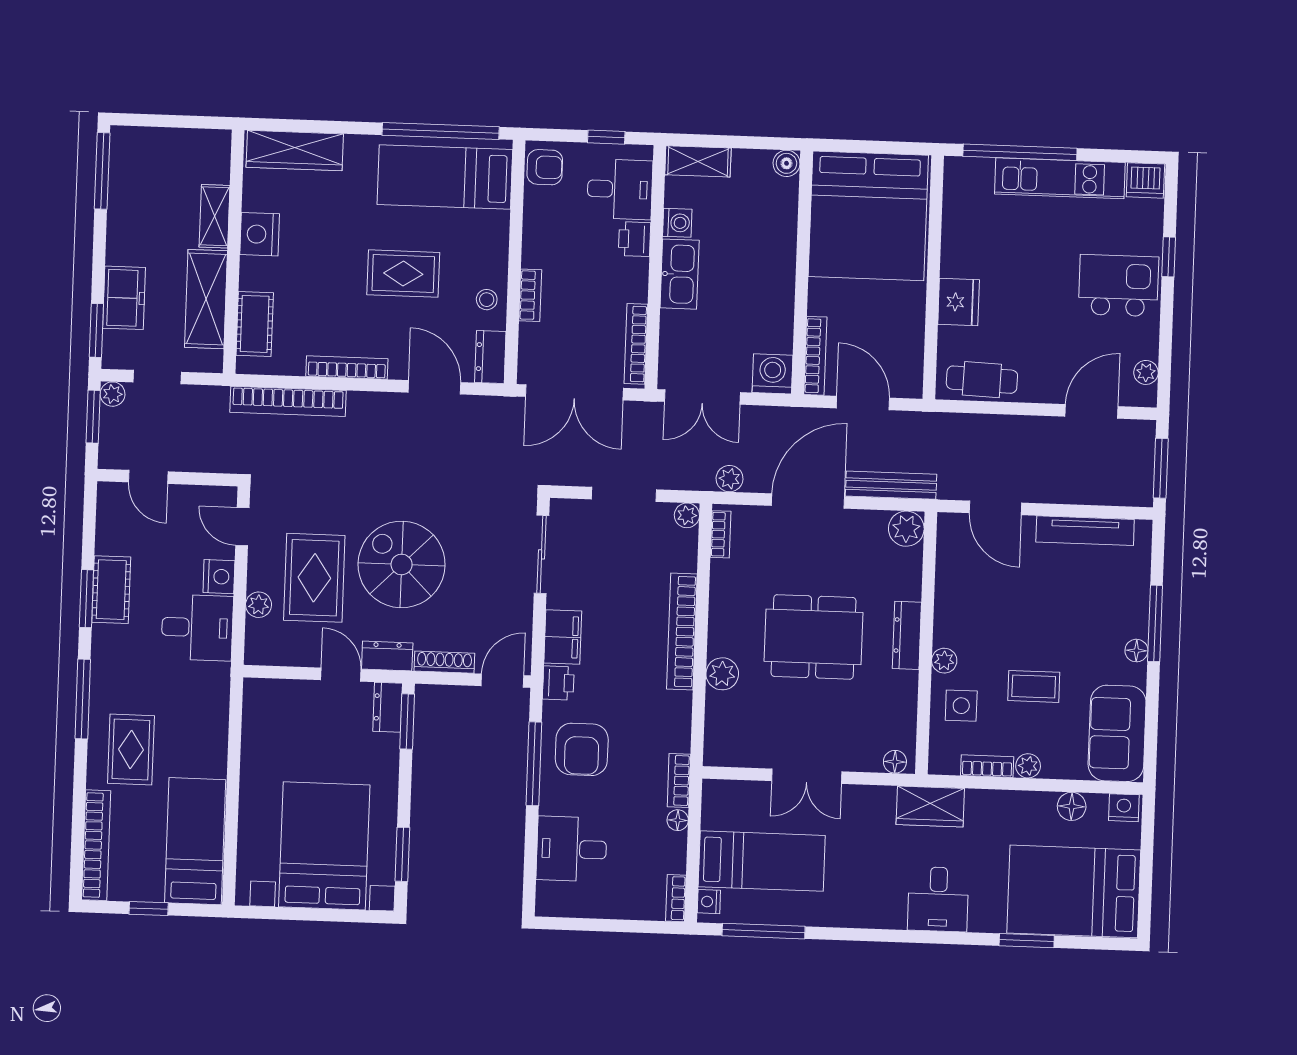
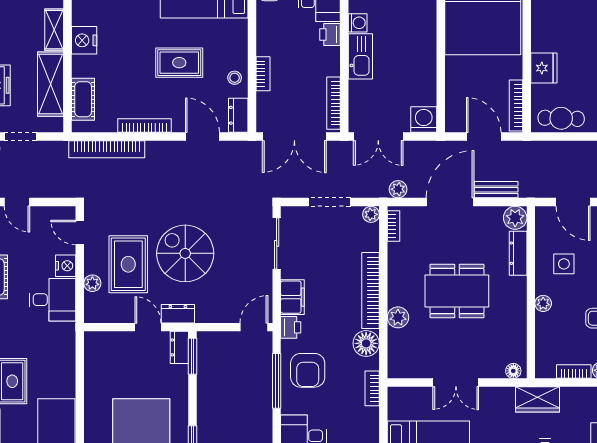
bookcase: (815, 356) -> (516, 106), moved, turned 180
bench: (891, 485) -> (496, 190), width x0.73
dresser: (907, 635) -> (518, 253), moved
shoe rack: (444, 662) -> (216, 316), removed
side table: (961, 706) -> (564, 264), moved
floor lamp: (678, 820) -> (366, 343), moved, width x1.89, depth x1.89

